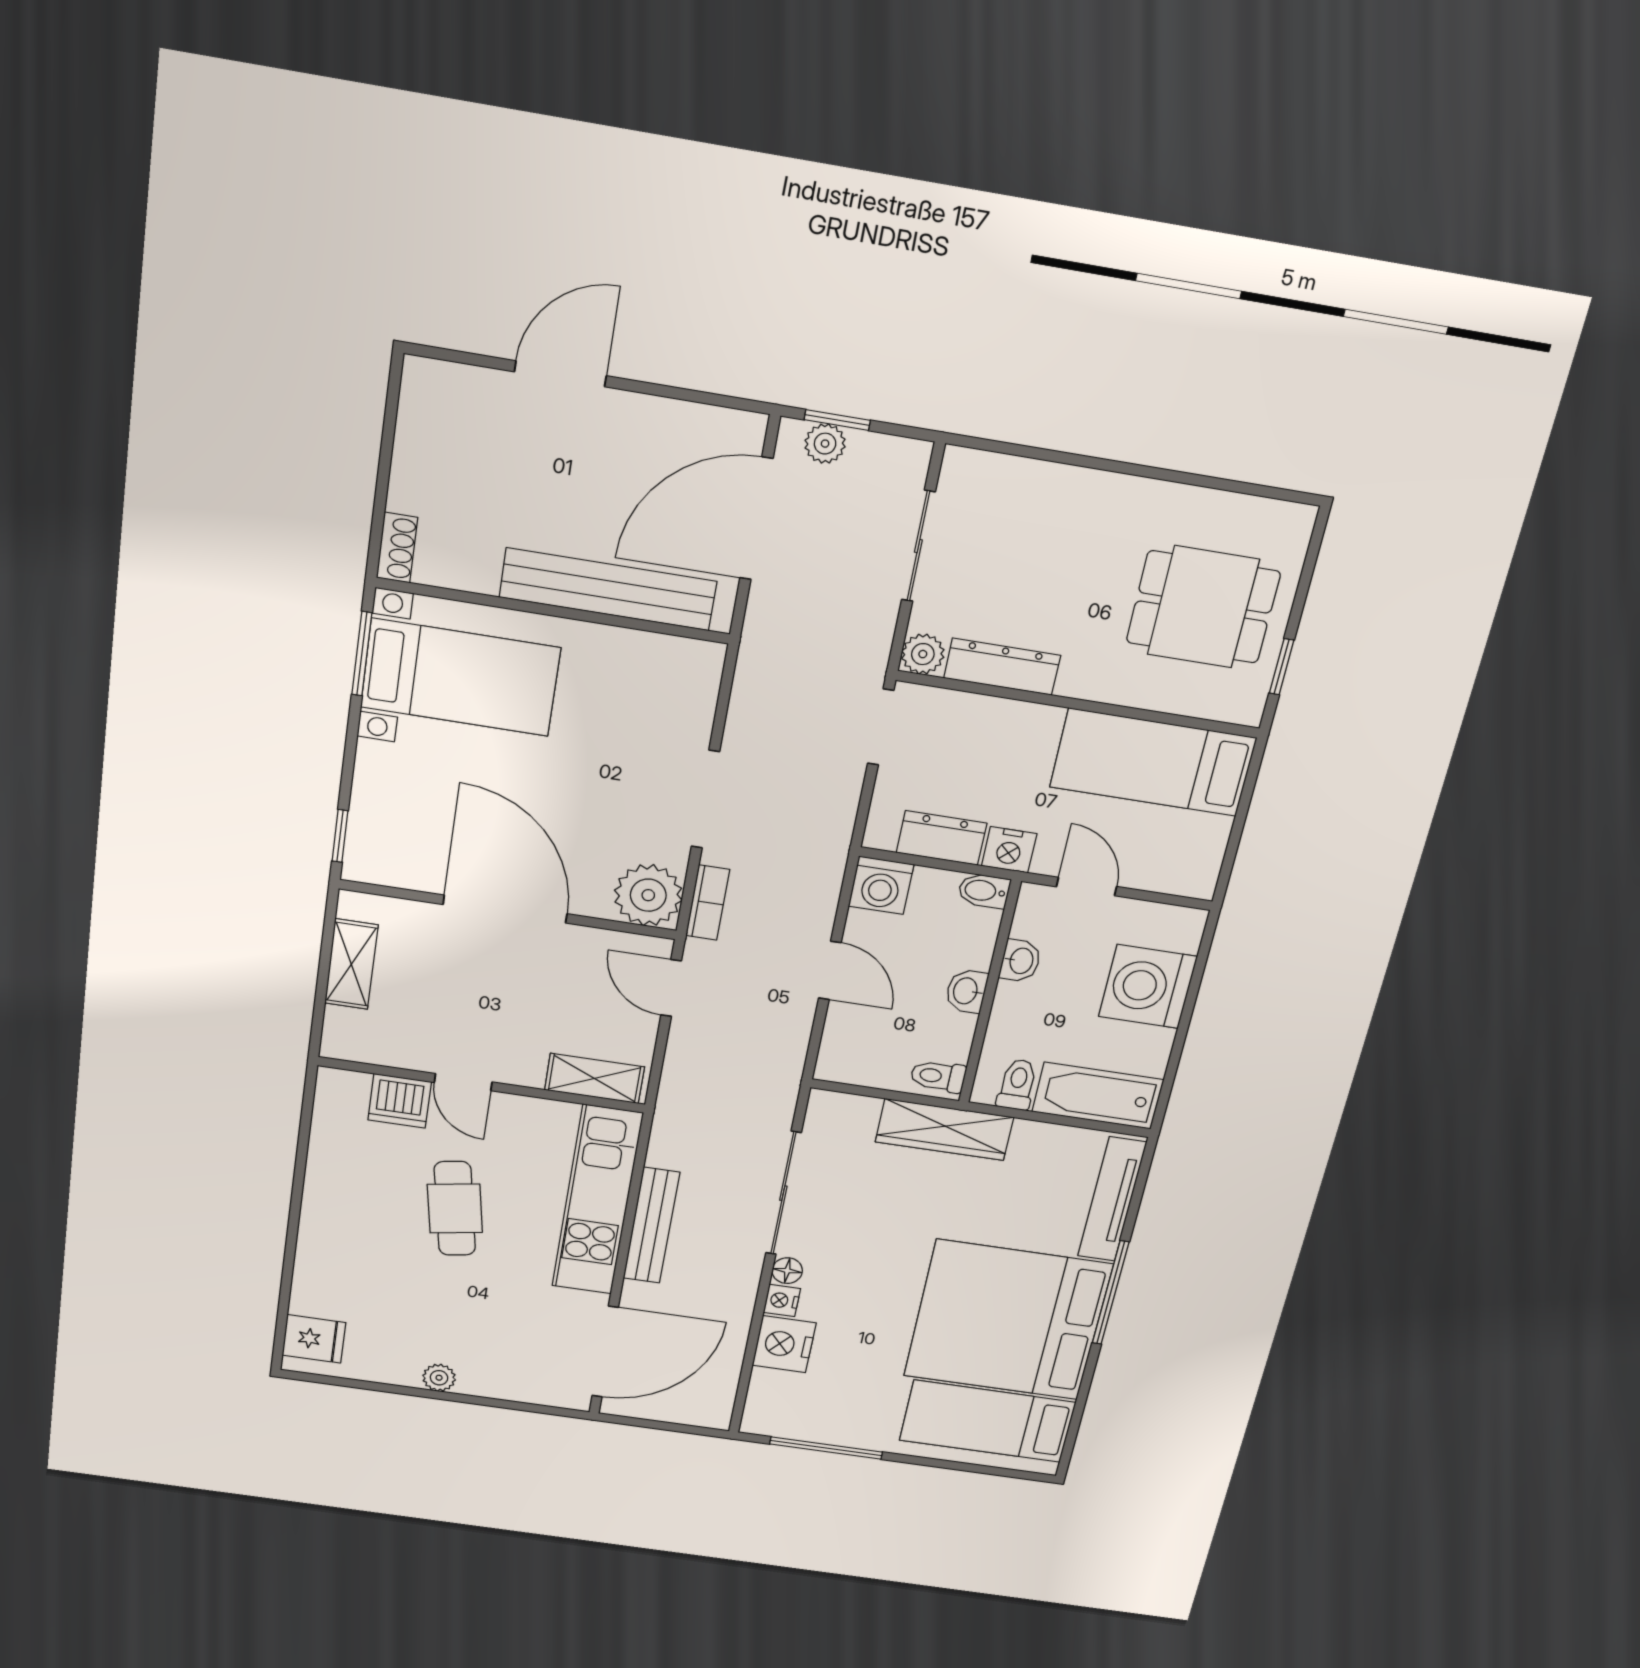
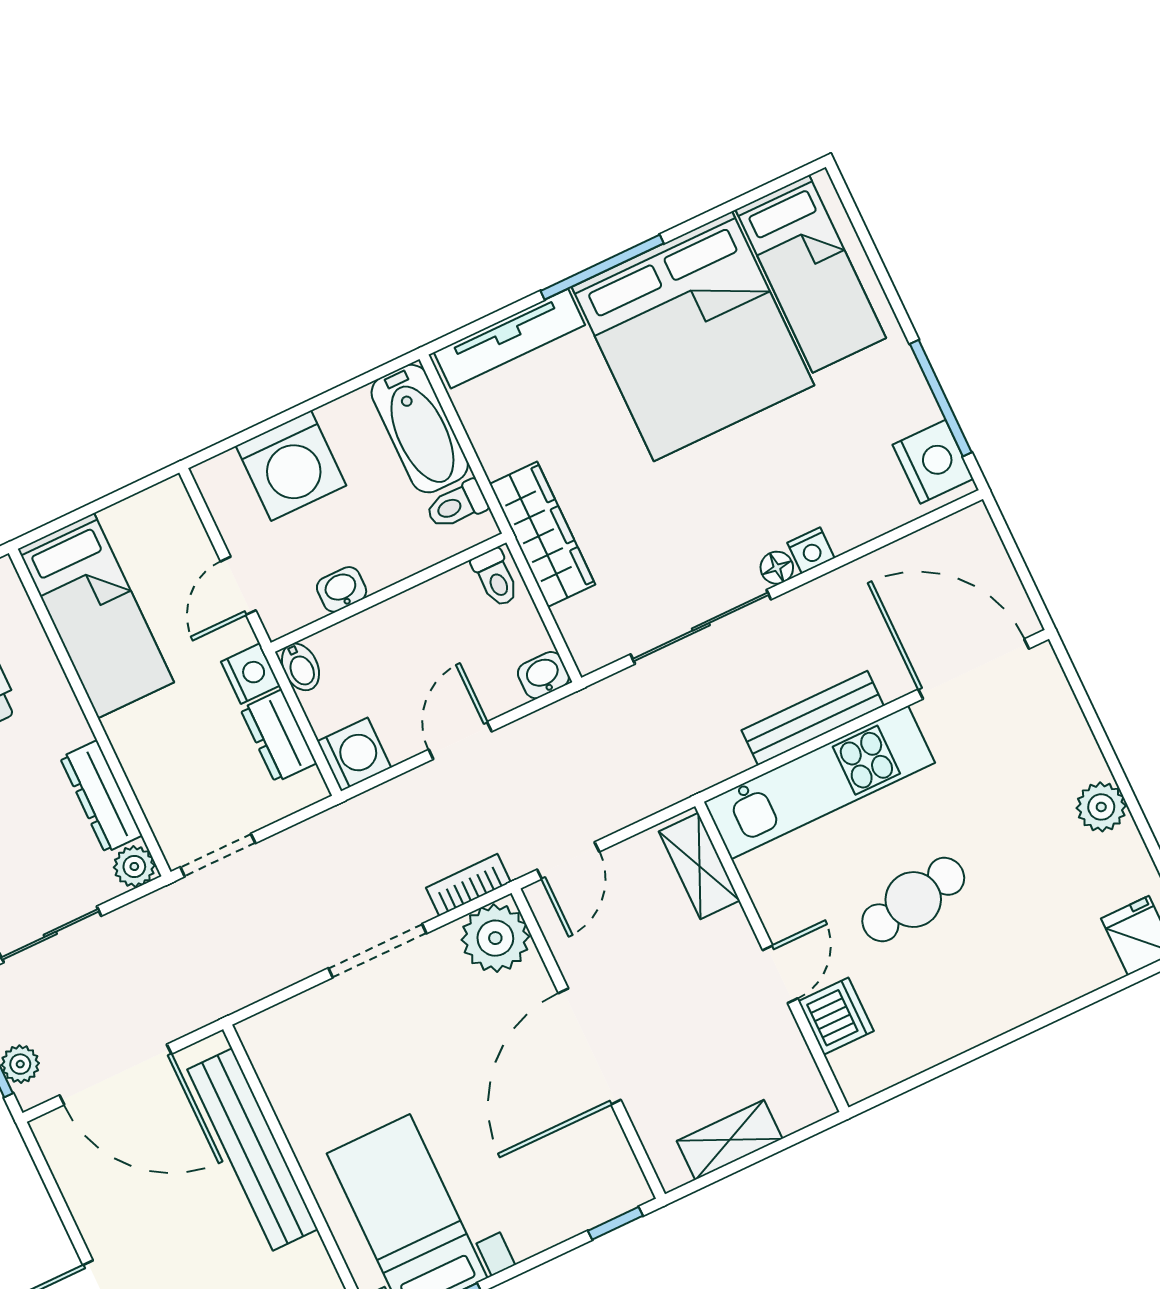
washbasin: (966, 991) -> (543, 675), moved, turned 180
nightstand: (784, 1344) -> (933, 462), moved, turned -90
plant: (439, 1378) -> (1101, 807), width x1.38, depth x1.38

